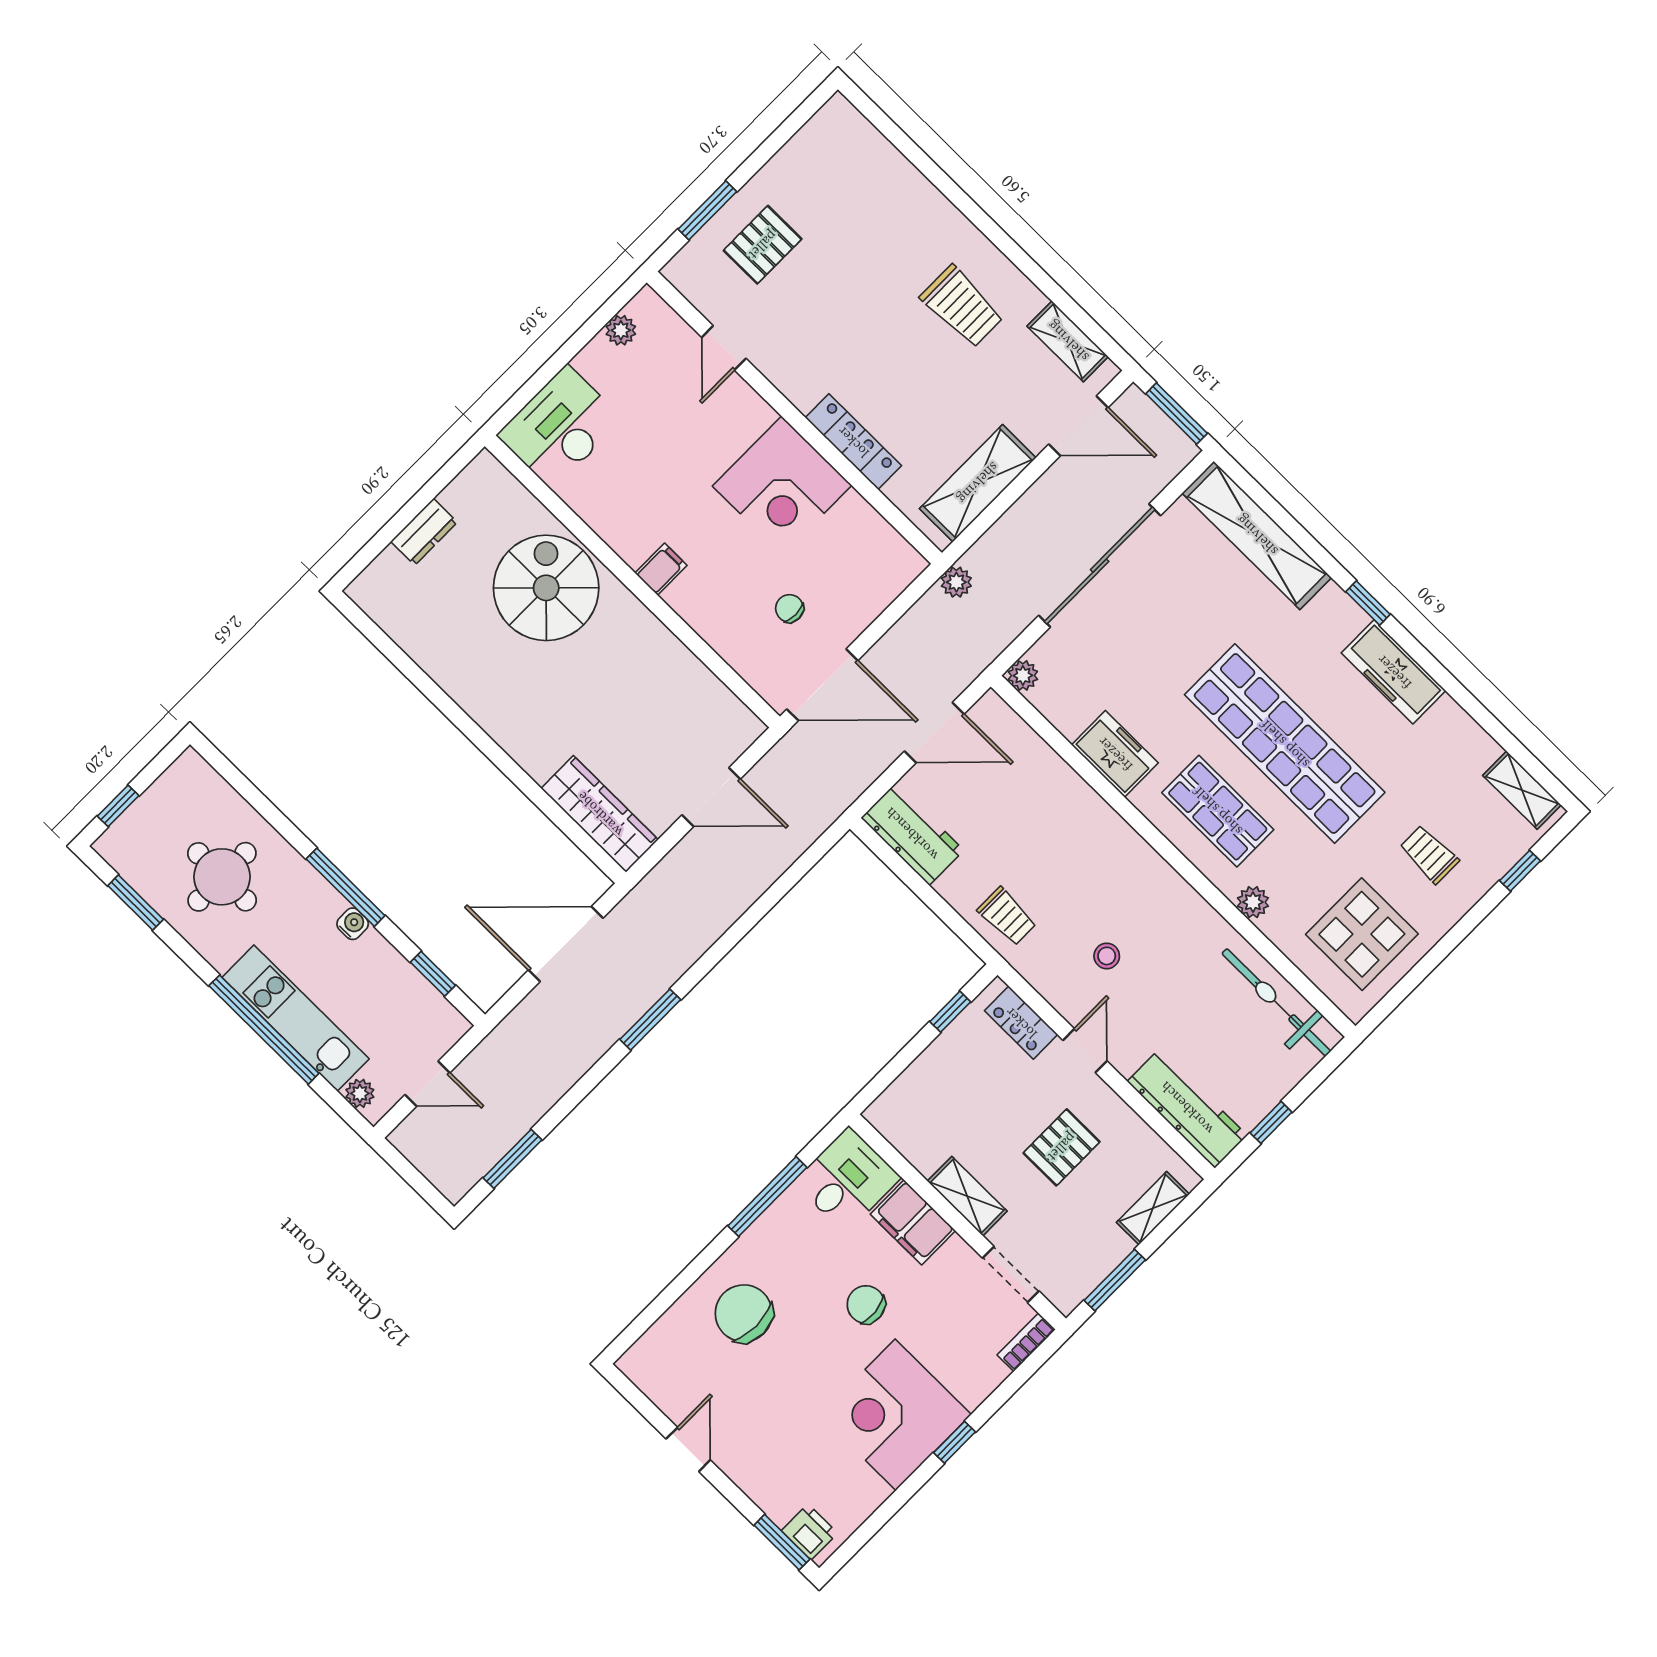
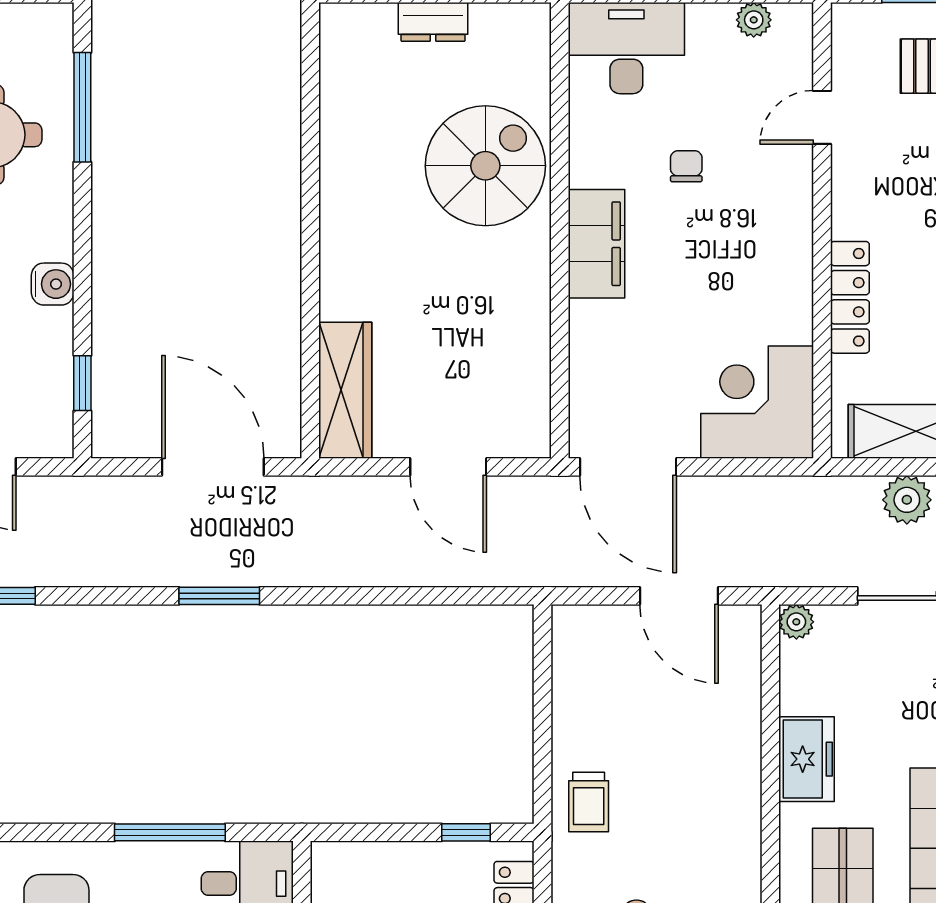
corner desk: (782, 486) -> (757, 402), moved, turned 90
filing cabinet: (661, 569) -> (596, 244), width x3.00, depth x1.17
plant: (956, 582) -> (907, 500), moved, width x1.38, depth x1.38
chair: (789, 608) -> (686, 166), moved
workbench: (912, 834) -> (579, 659), removed
window: (346, 887) -> (82, 107), moved
water cooler: (353, 924) -> (53, 284), width x1.38, depth x1.38

